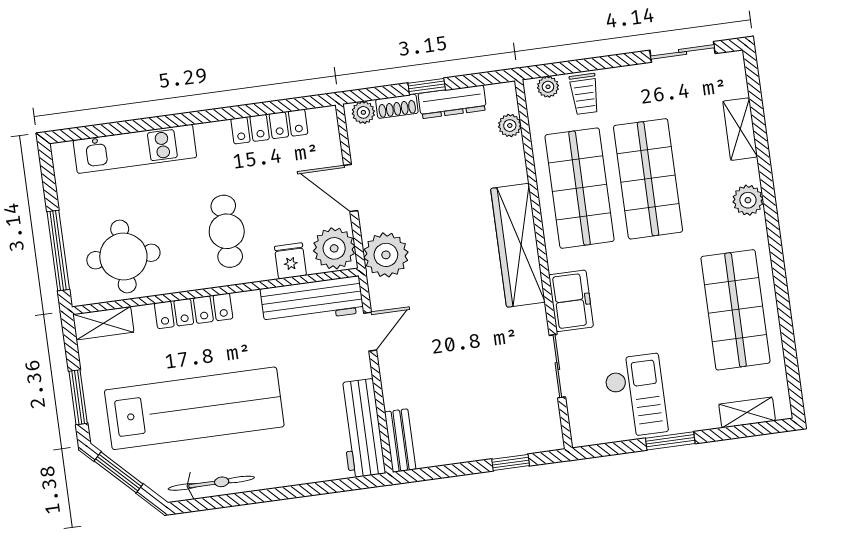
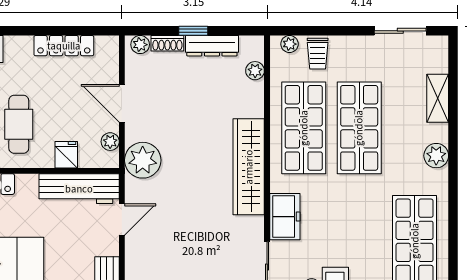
plant: (334, 248) -> (110, 142), width x0.53, depth x0.53

